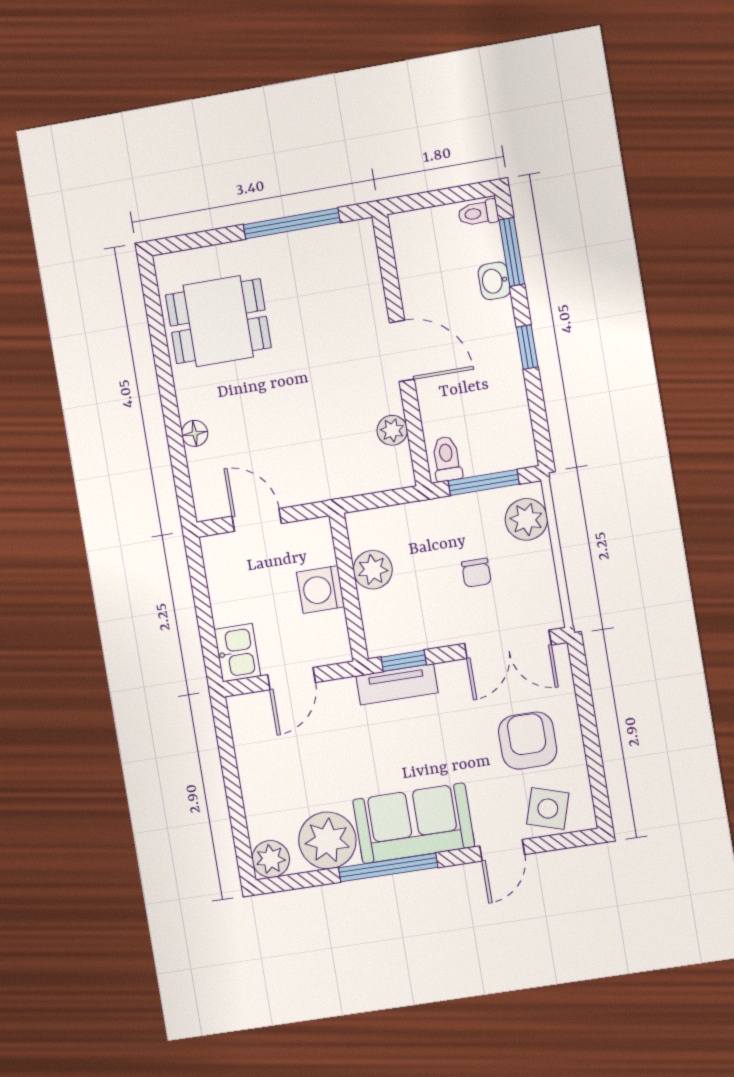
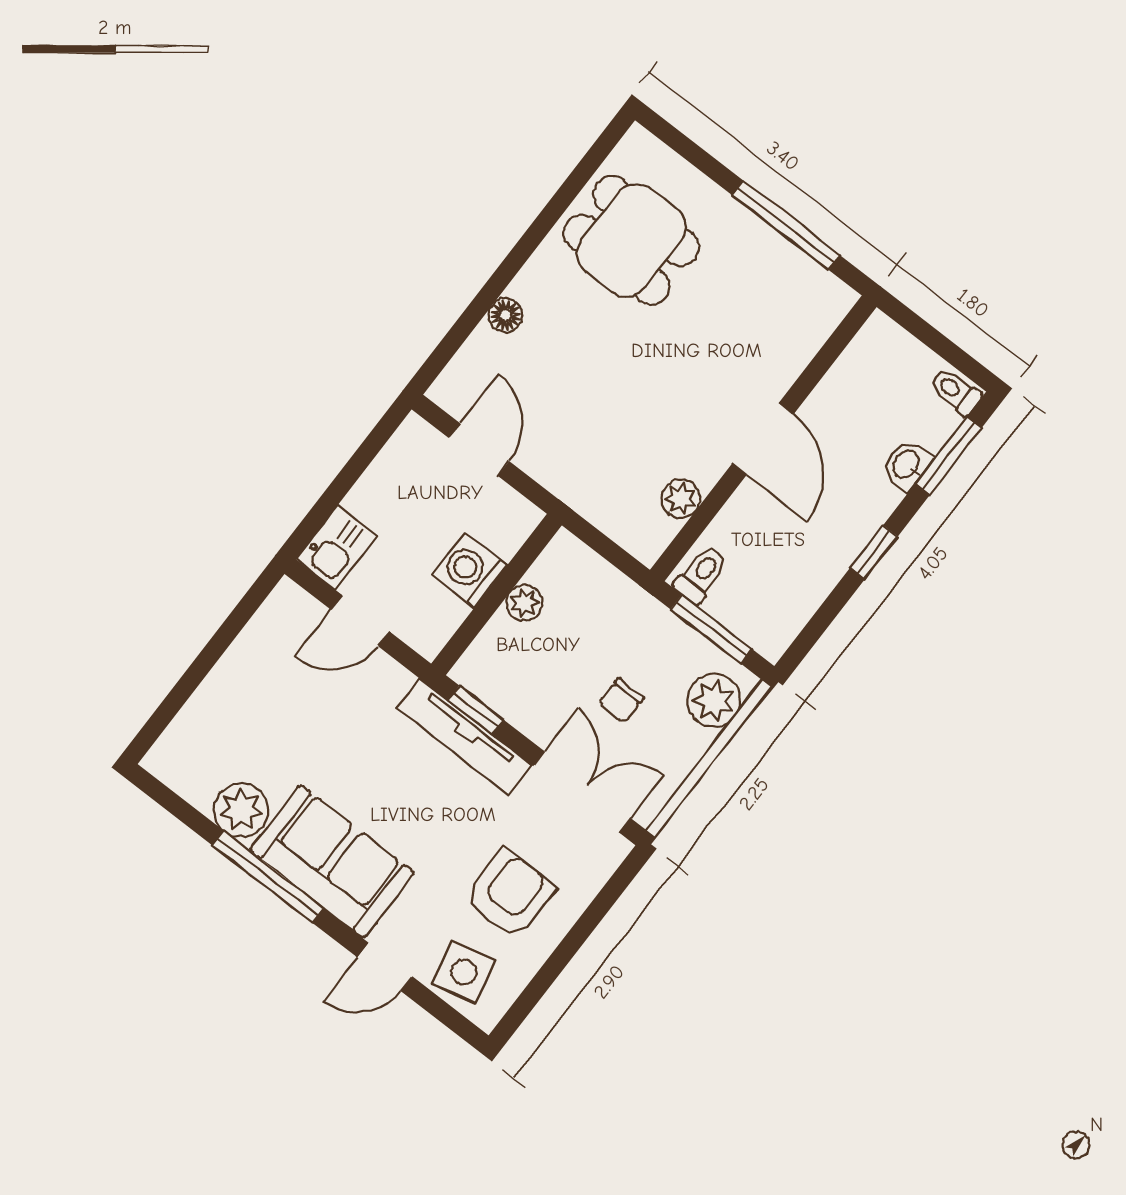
plant: (373, 570) -> (524, 603), width x0.73, depth x0.73
double door: (508, 644) -> (582, 792), swing flipped
tv unit: (397, 684) -> (464, 737), width x1.41
side table: (548, 809) -> (464, 972), turned -30
plant: (327, 840) -> (241, 810), width x0.73, depth x0.73
plant: (271, 859) -> (171, 760), removed

